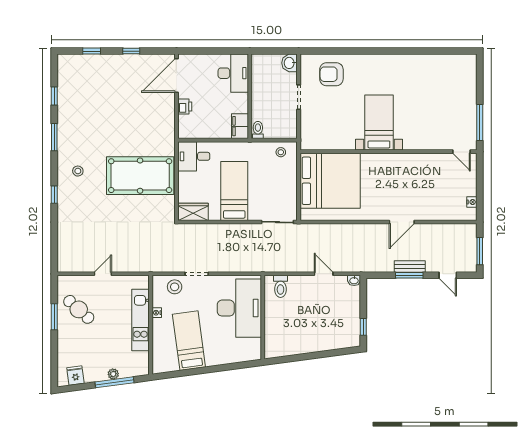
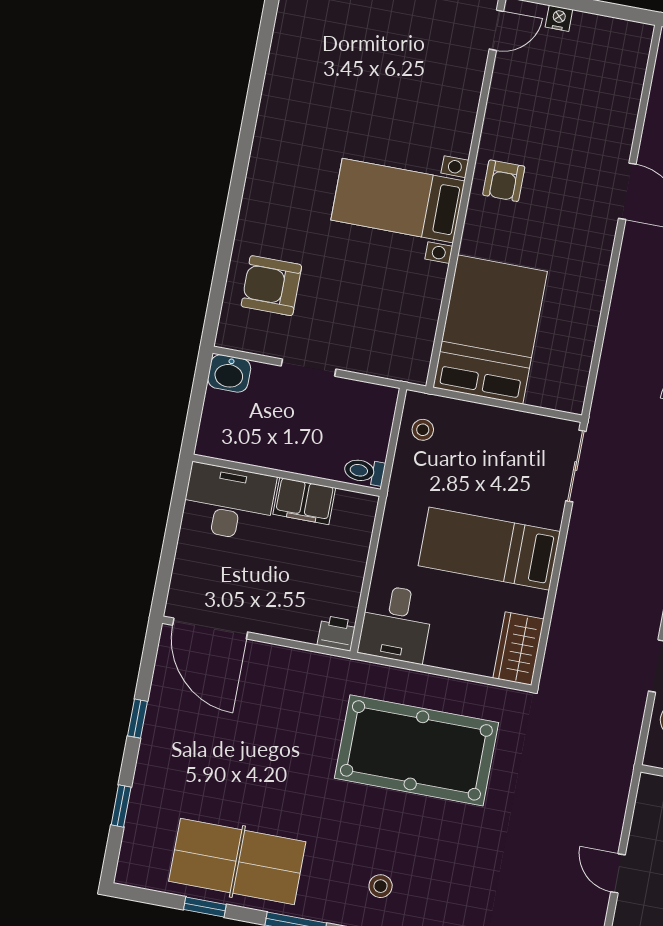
armchair: (331, 74) -> (271, 286), turned 90
table tennis table: (77, 106) -> (237, 861), added
printer: (185, 107) -> (337, 633), moved
filing cabinet: (240, 126) -> (304, 501), moved
armchair: (396, 167) -> (504, 181), added
pool table: (140, 176) -> (416, 750), turned 90
bed: (330, 181) -> (490, 329), width x0.73
nightstand: (472, 202) -> (559, 18), moved

